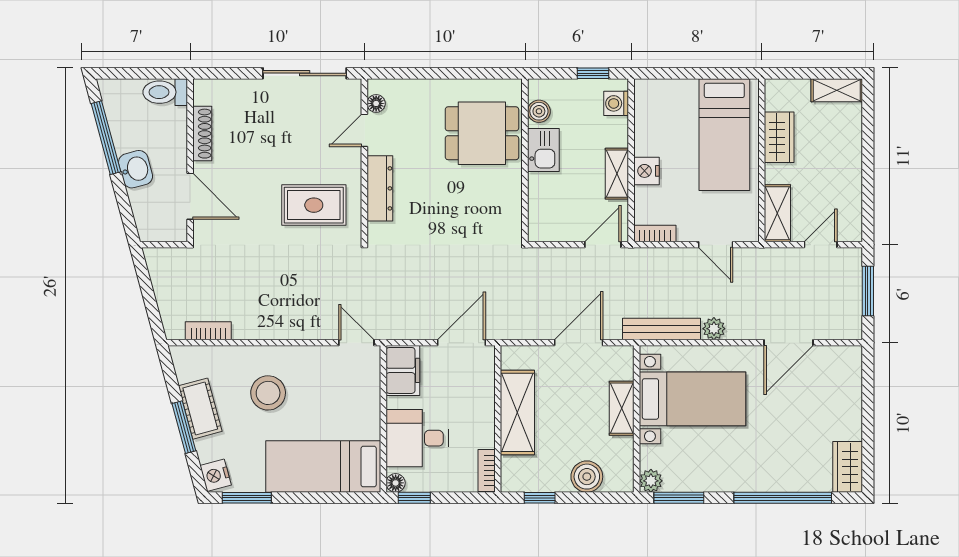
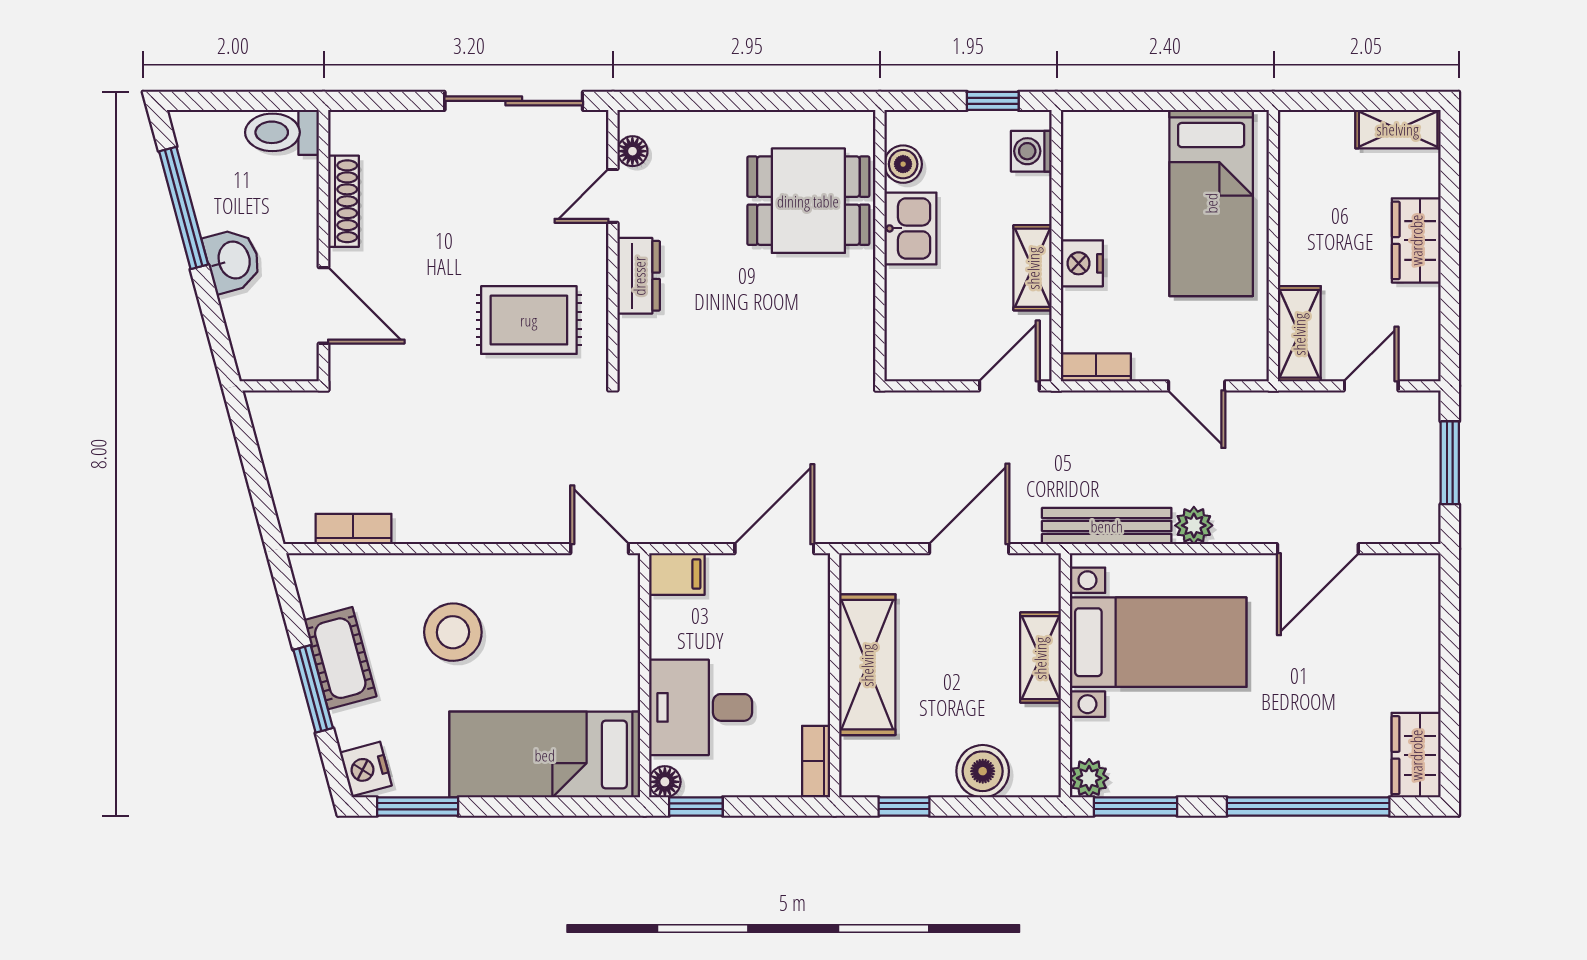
wardrobe: (779, 137) -> (1416, 240), moved, turned 180
dresser: (380, 188) -> (639, 276), width x0.70
filing cabinet: (403, 370) -> (677, 574), width x0.50

